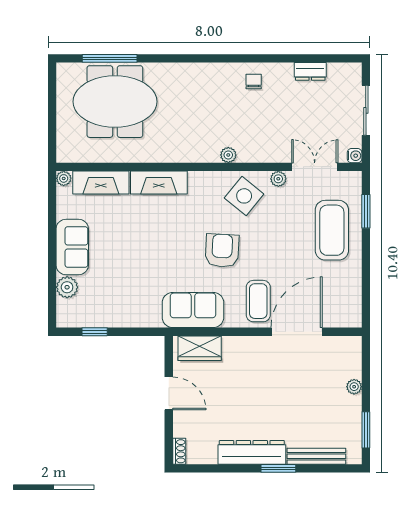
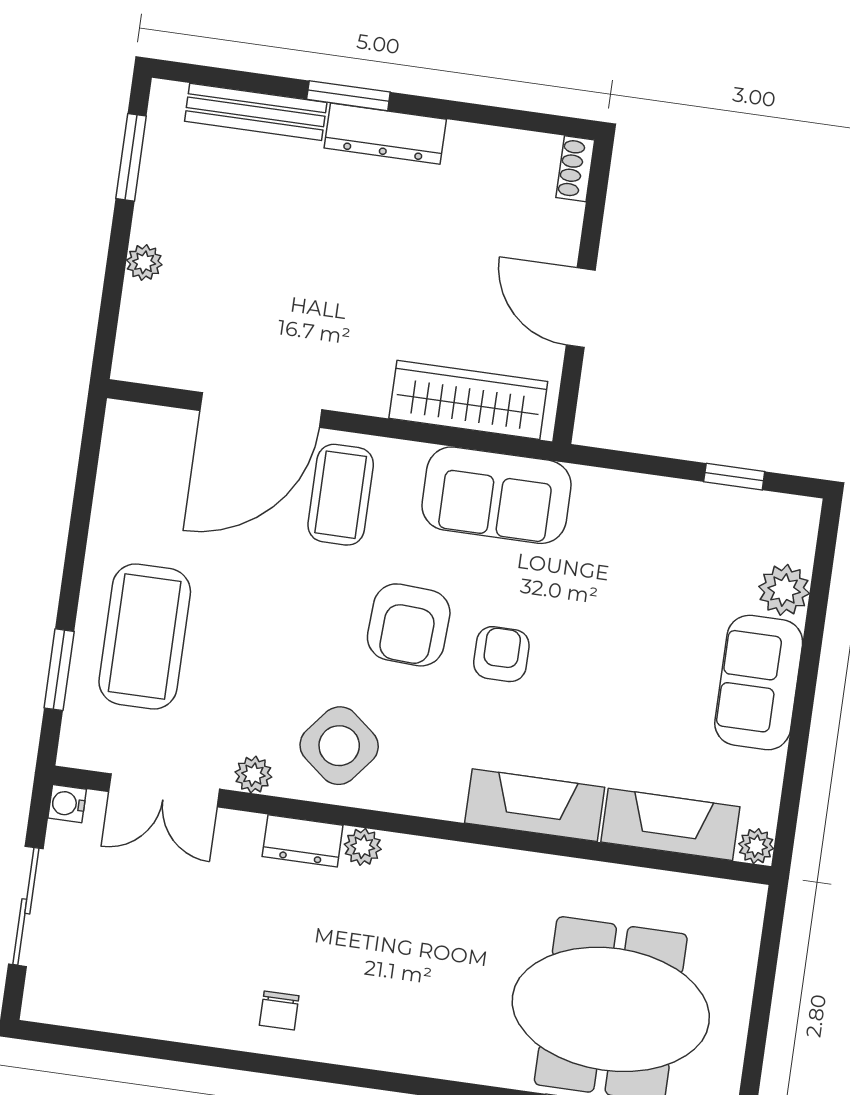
dresser: (310, 71) -> (303, 841), moved, turned 180
armchair: (182, 244) -> (501, 654), added
wardrobe: (200, 348) -> (468, 400), width x1.50
dresser: (252, 452) -> (385, 134), width x0.73, depth x0.80

